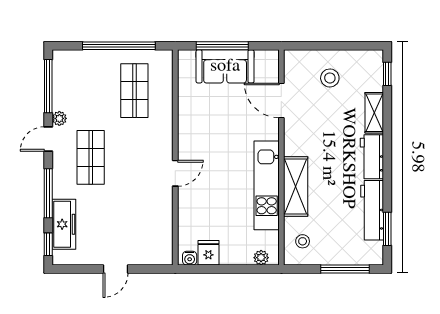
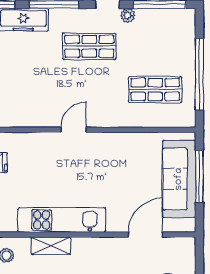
sofa: (225, 66) -> (179, 179), width x1.36
door: (175, 173) -> (74, 130), swing flipped
shelving: (296, 186) -> (51, 246), width x0.67, depth x0.75

